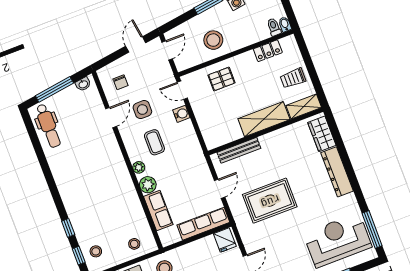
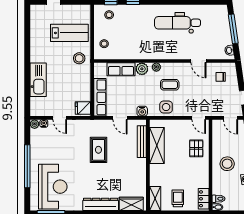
stool: (213, 40) -> (227, 164), moved
locker: (268, 51) -> (204, 199), moved
door: (182, 90) -> (199, 118), swing flipped
side table: (142, 110) -> (166, 107), moved
water cooler: (181, 114) -> (142, 111), moved
shelving: (264, 119) -> (157, 146), moved
dental chair: (48, 126) -> (177, 23), moved, width x1.36, depth x1.38
rug: (270, 201) -> (98, 150), width x0.73, depth x0.70

